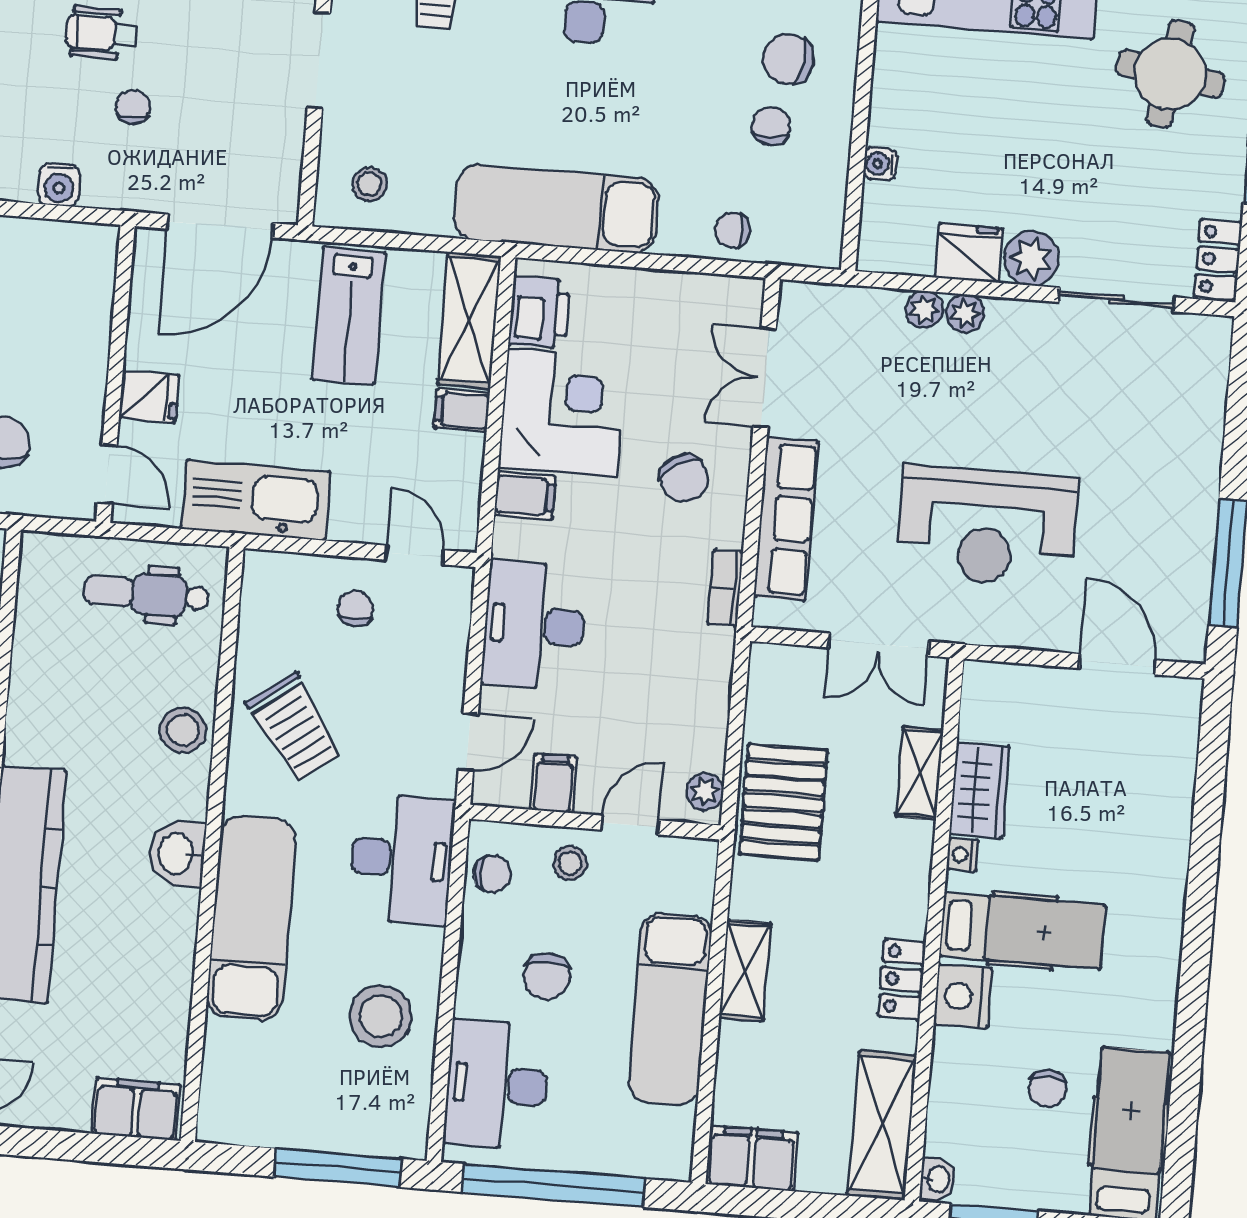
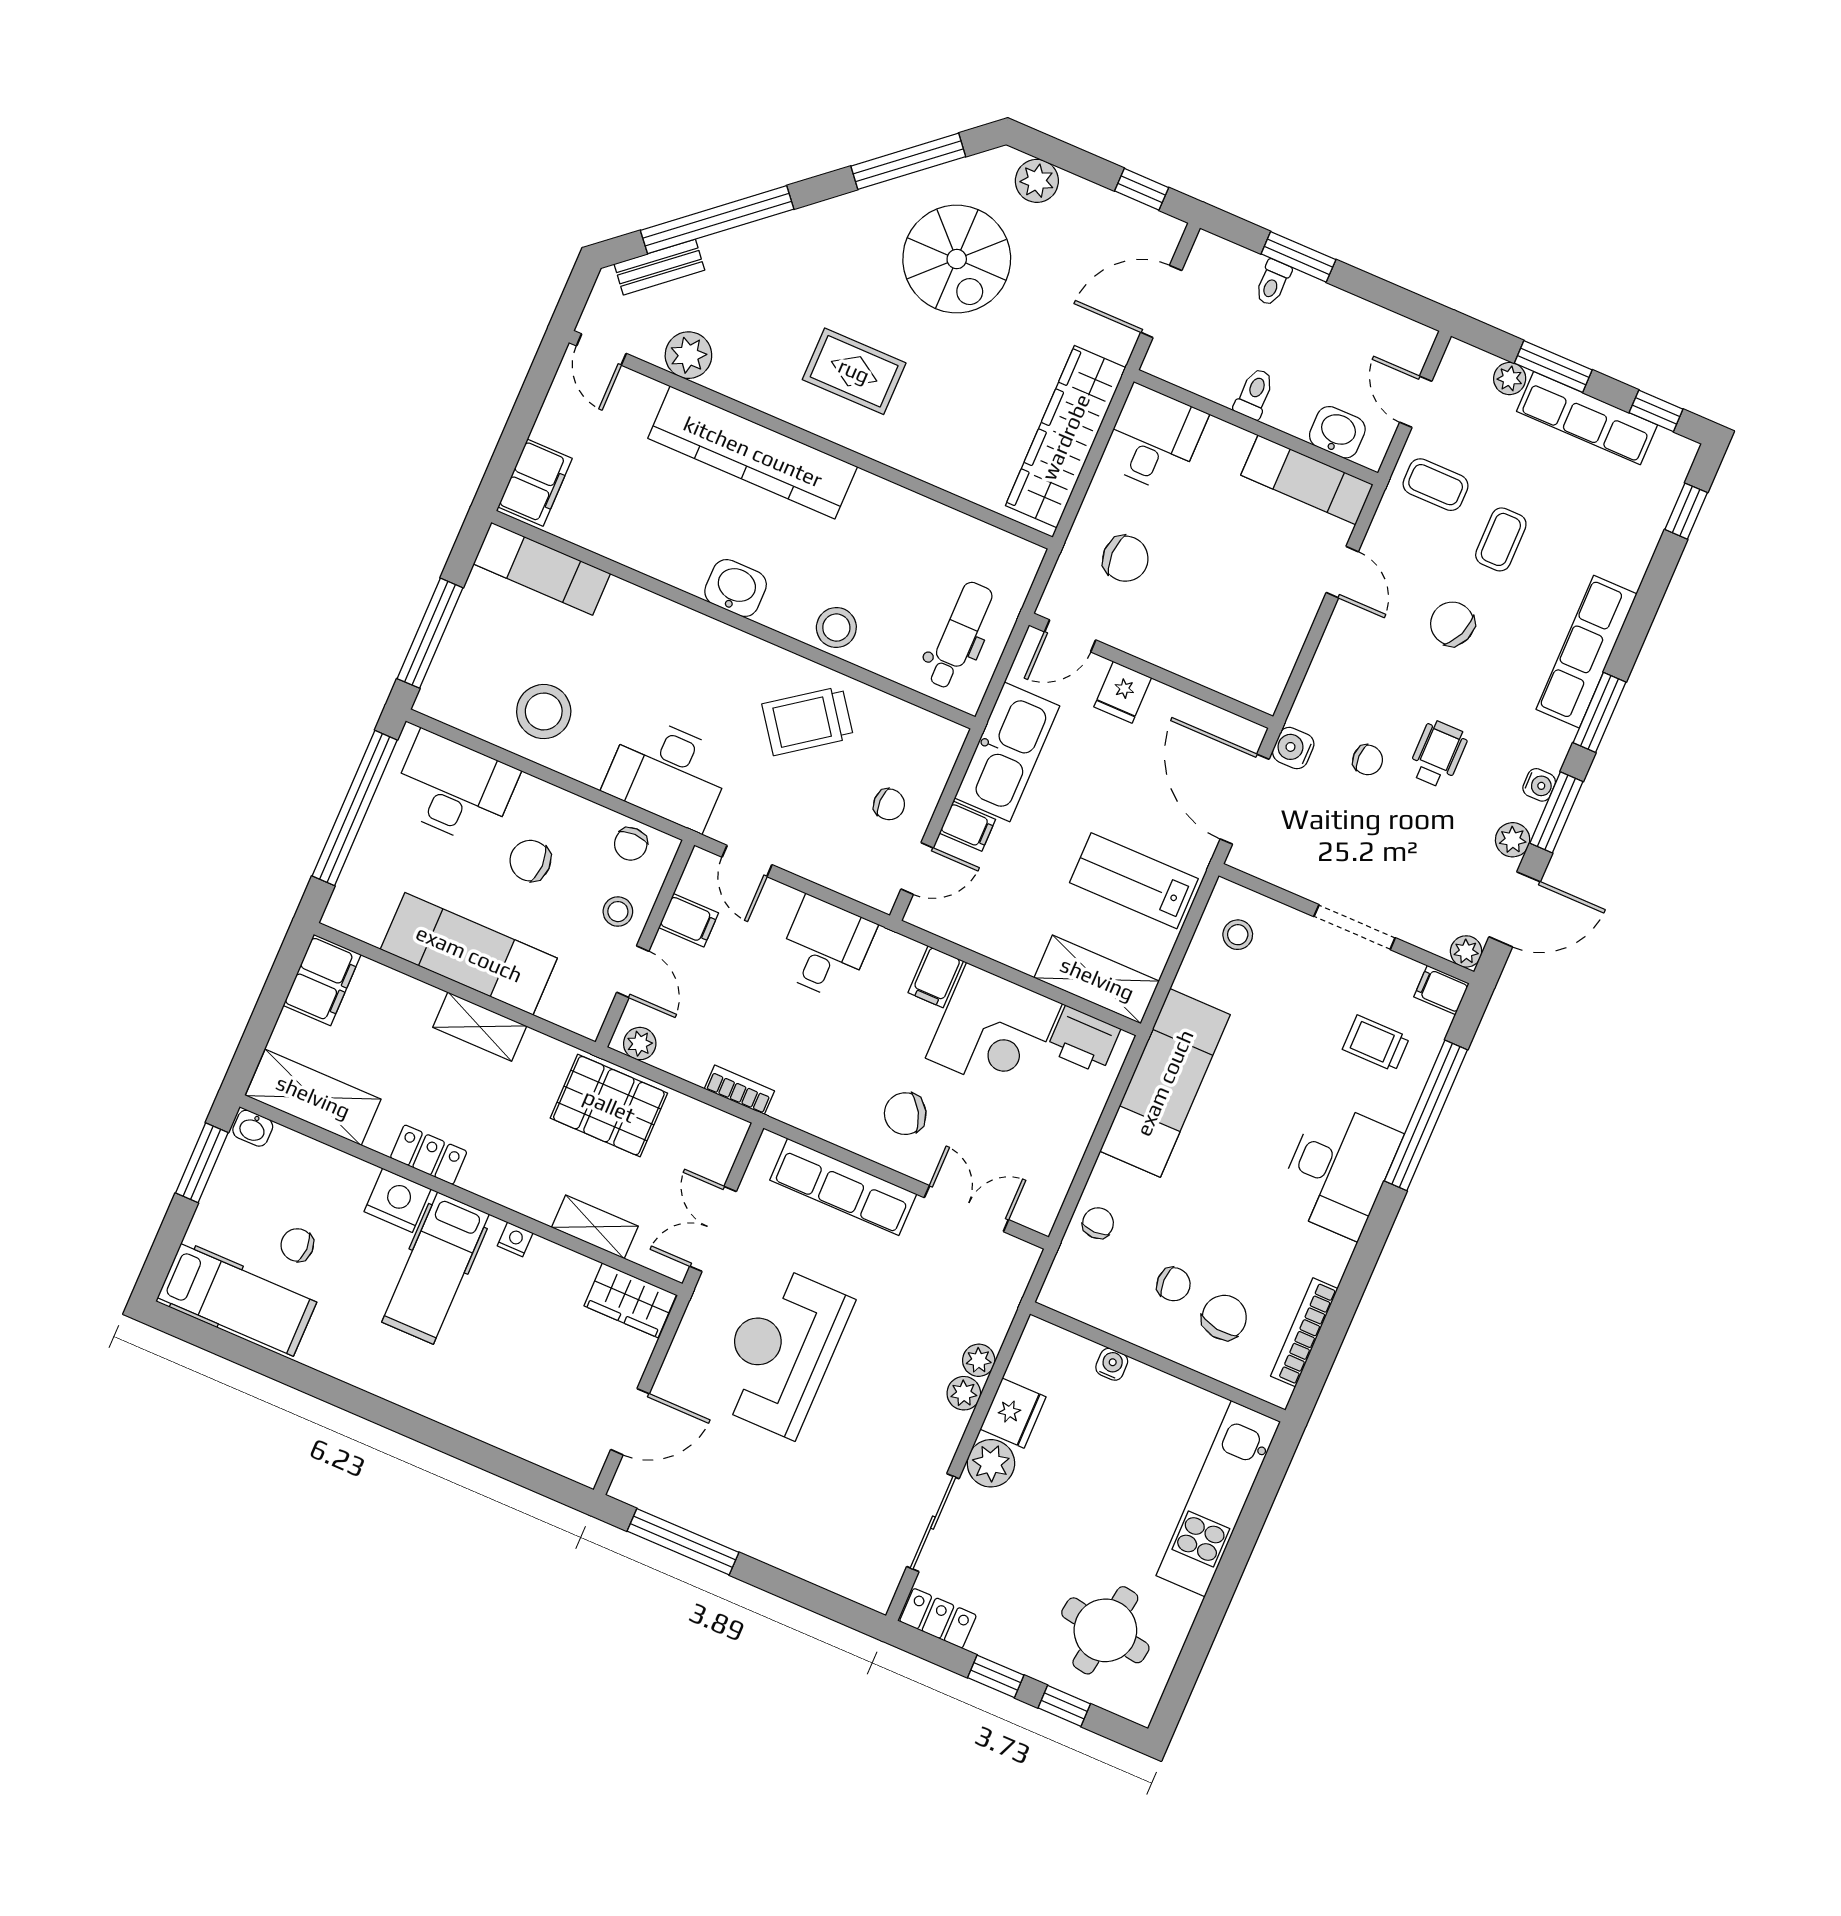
water cooler: (59, 185) -> (1293, 748), moved
filing cabinet: (462, 410) -> (967, 826), moved, turned 90
bookcase: (725, 588) -> (739, 1090), moved
desk: (534, 625) -> (825, 948), width x0.73
wardrobe: (979, 790) -> (630, 1300), moved
exam couch: (251, 918) -> (542, 569), moved, width x0.73, depth x0.69

